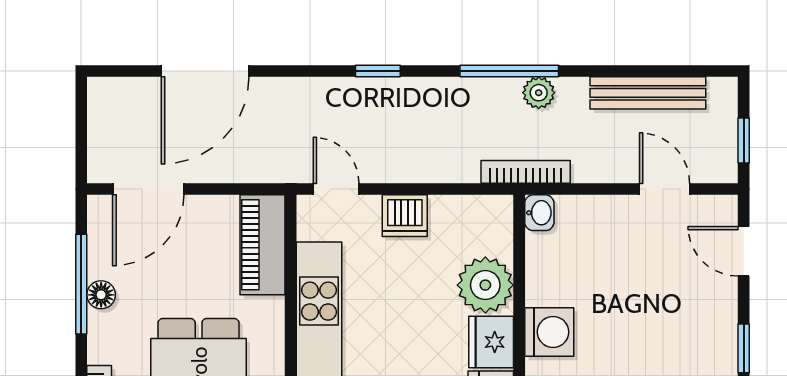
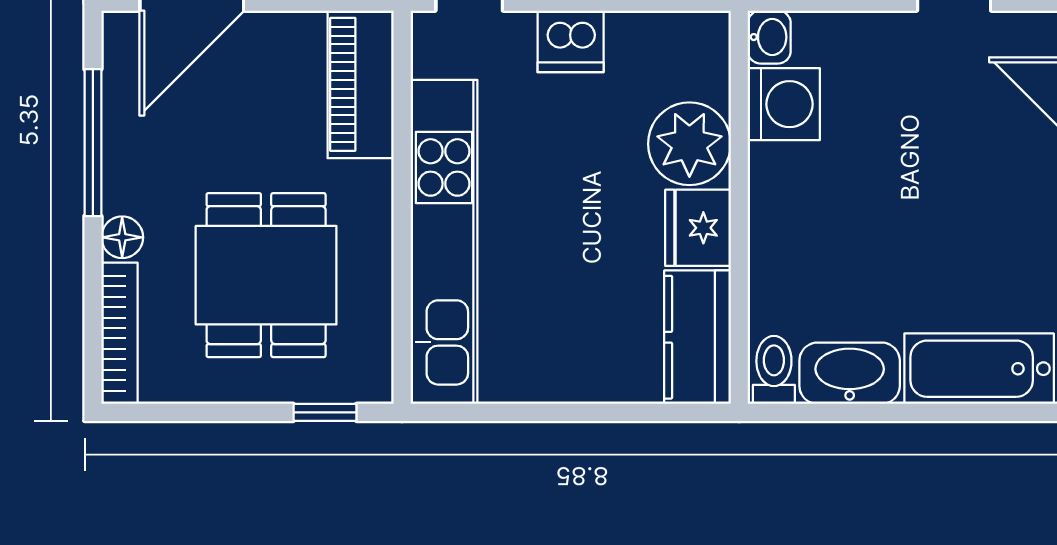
floor lamp: (101, 295) -> (122, 237), moved
washing machine: (549, 332) -> (784, 104), moved

